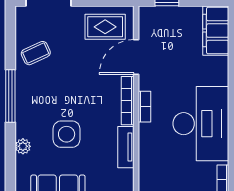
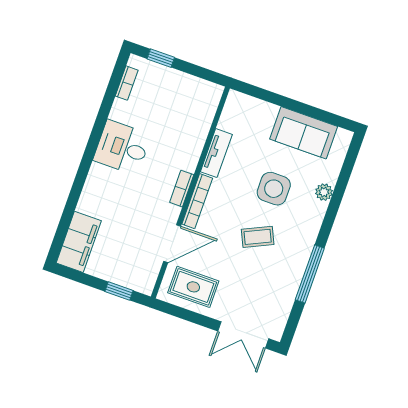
coffee table: (36, 53) -> (258, 237), moved
window: (10, 96) -> (310, 274), moved
desk: (201, 124) -> (122, 147), width x0.53, depth x0.77

